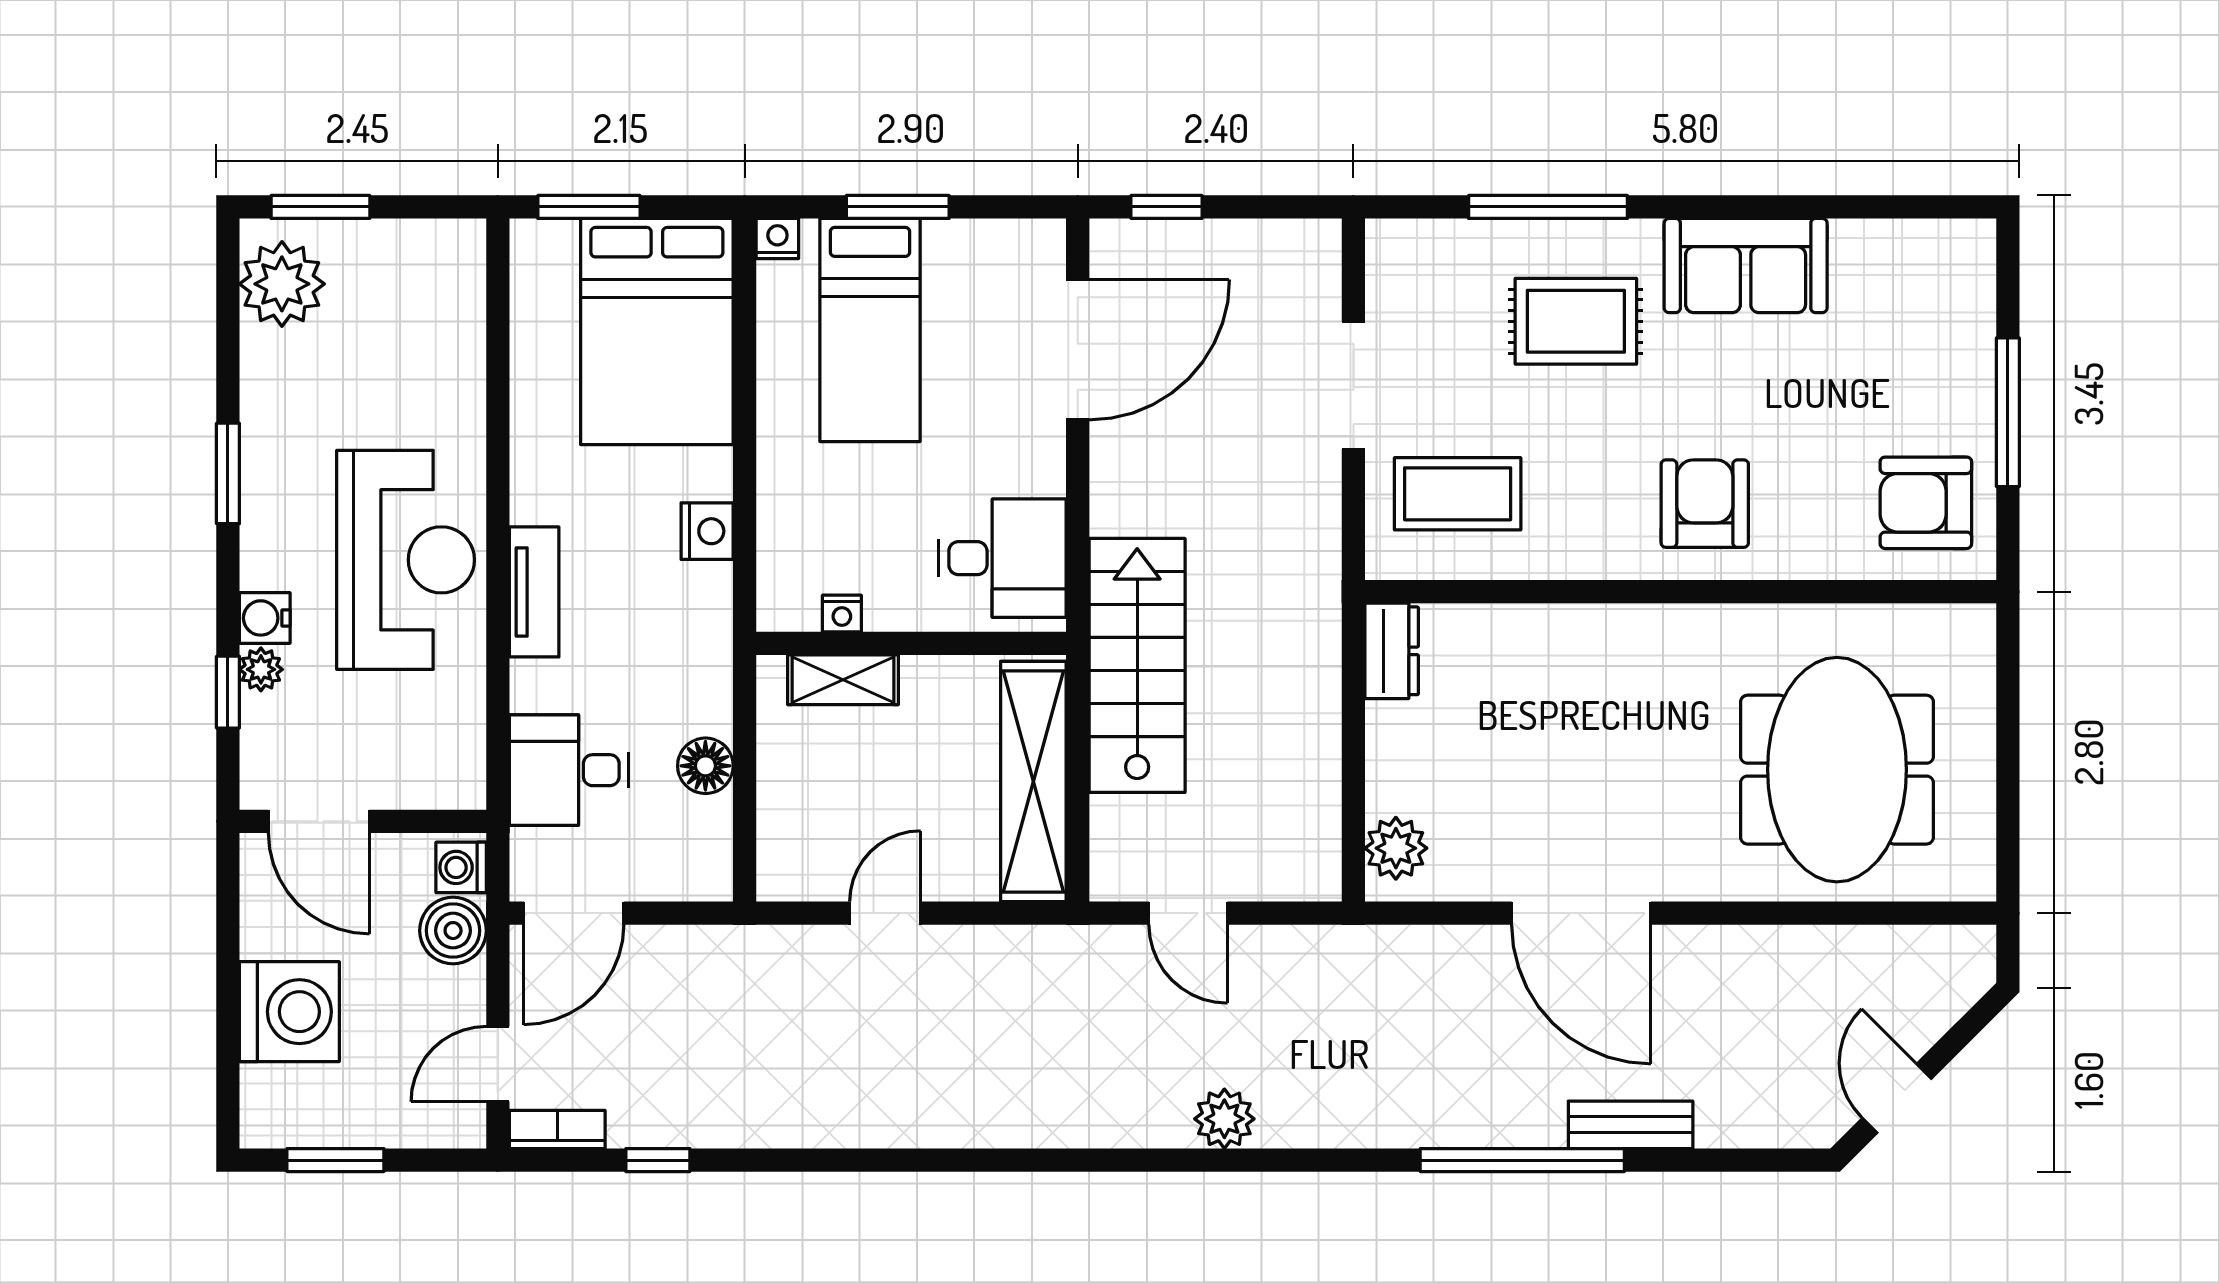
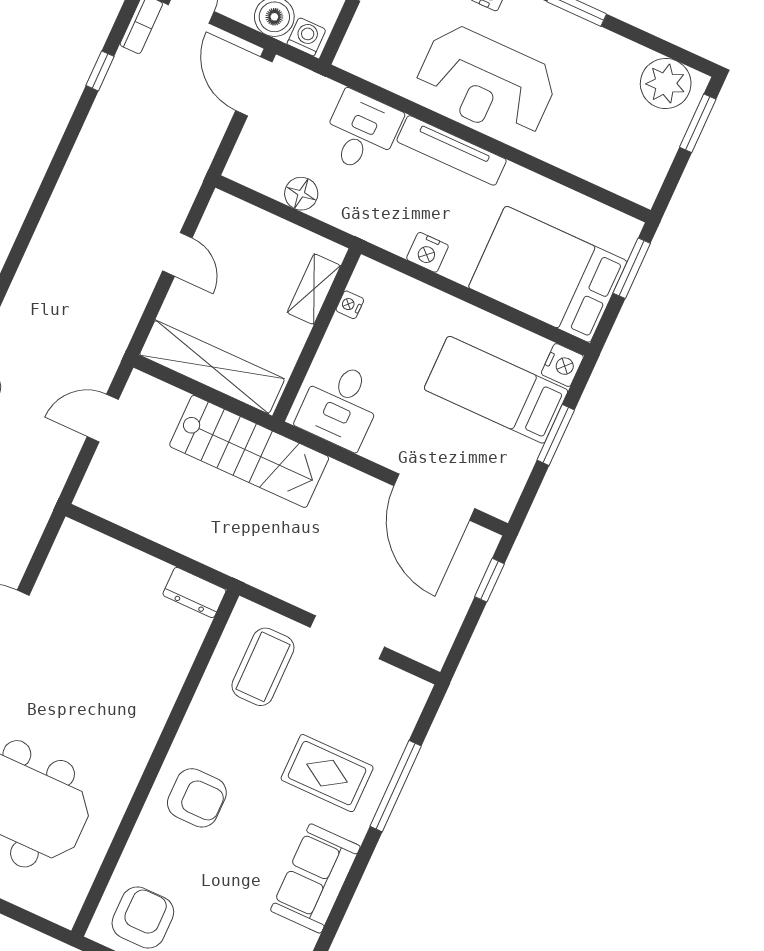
nightstand: (777, 239) -> (562, 365), width x1.39, depth x1.35
rug: (1576, 321) -> (327, 773), turned 90
tv unit: (534, 592) -> (452, 150), width x1.41
desk: (569, 770) -> (361, 132), moved
plant: (1396, 848) -> (87, 546), removed

